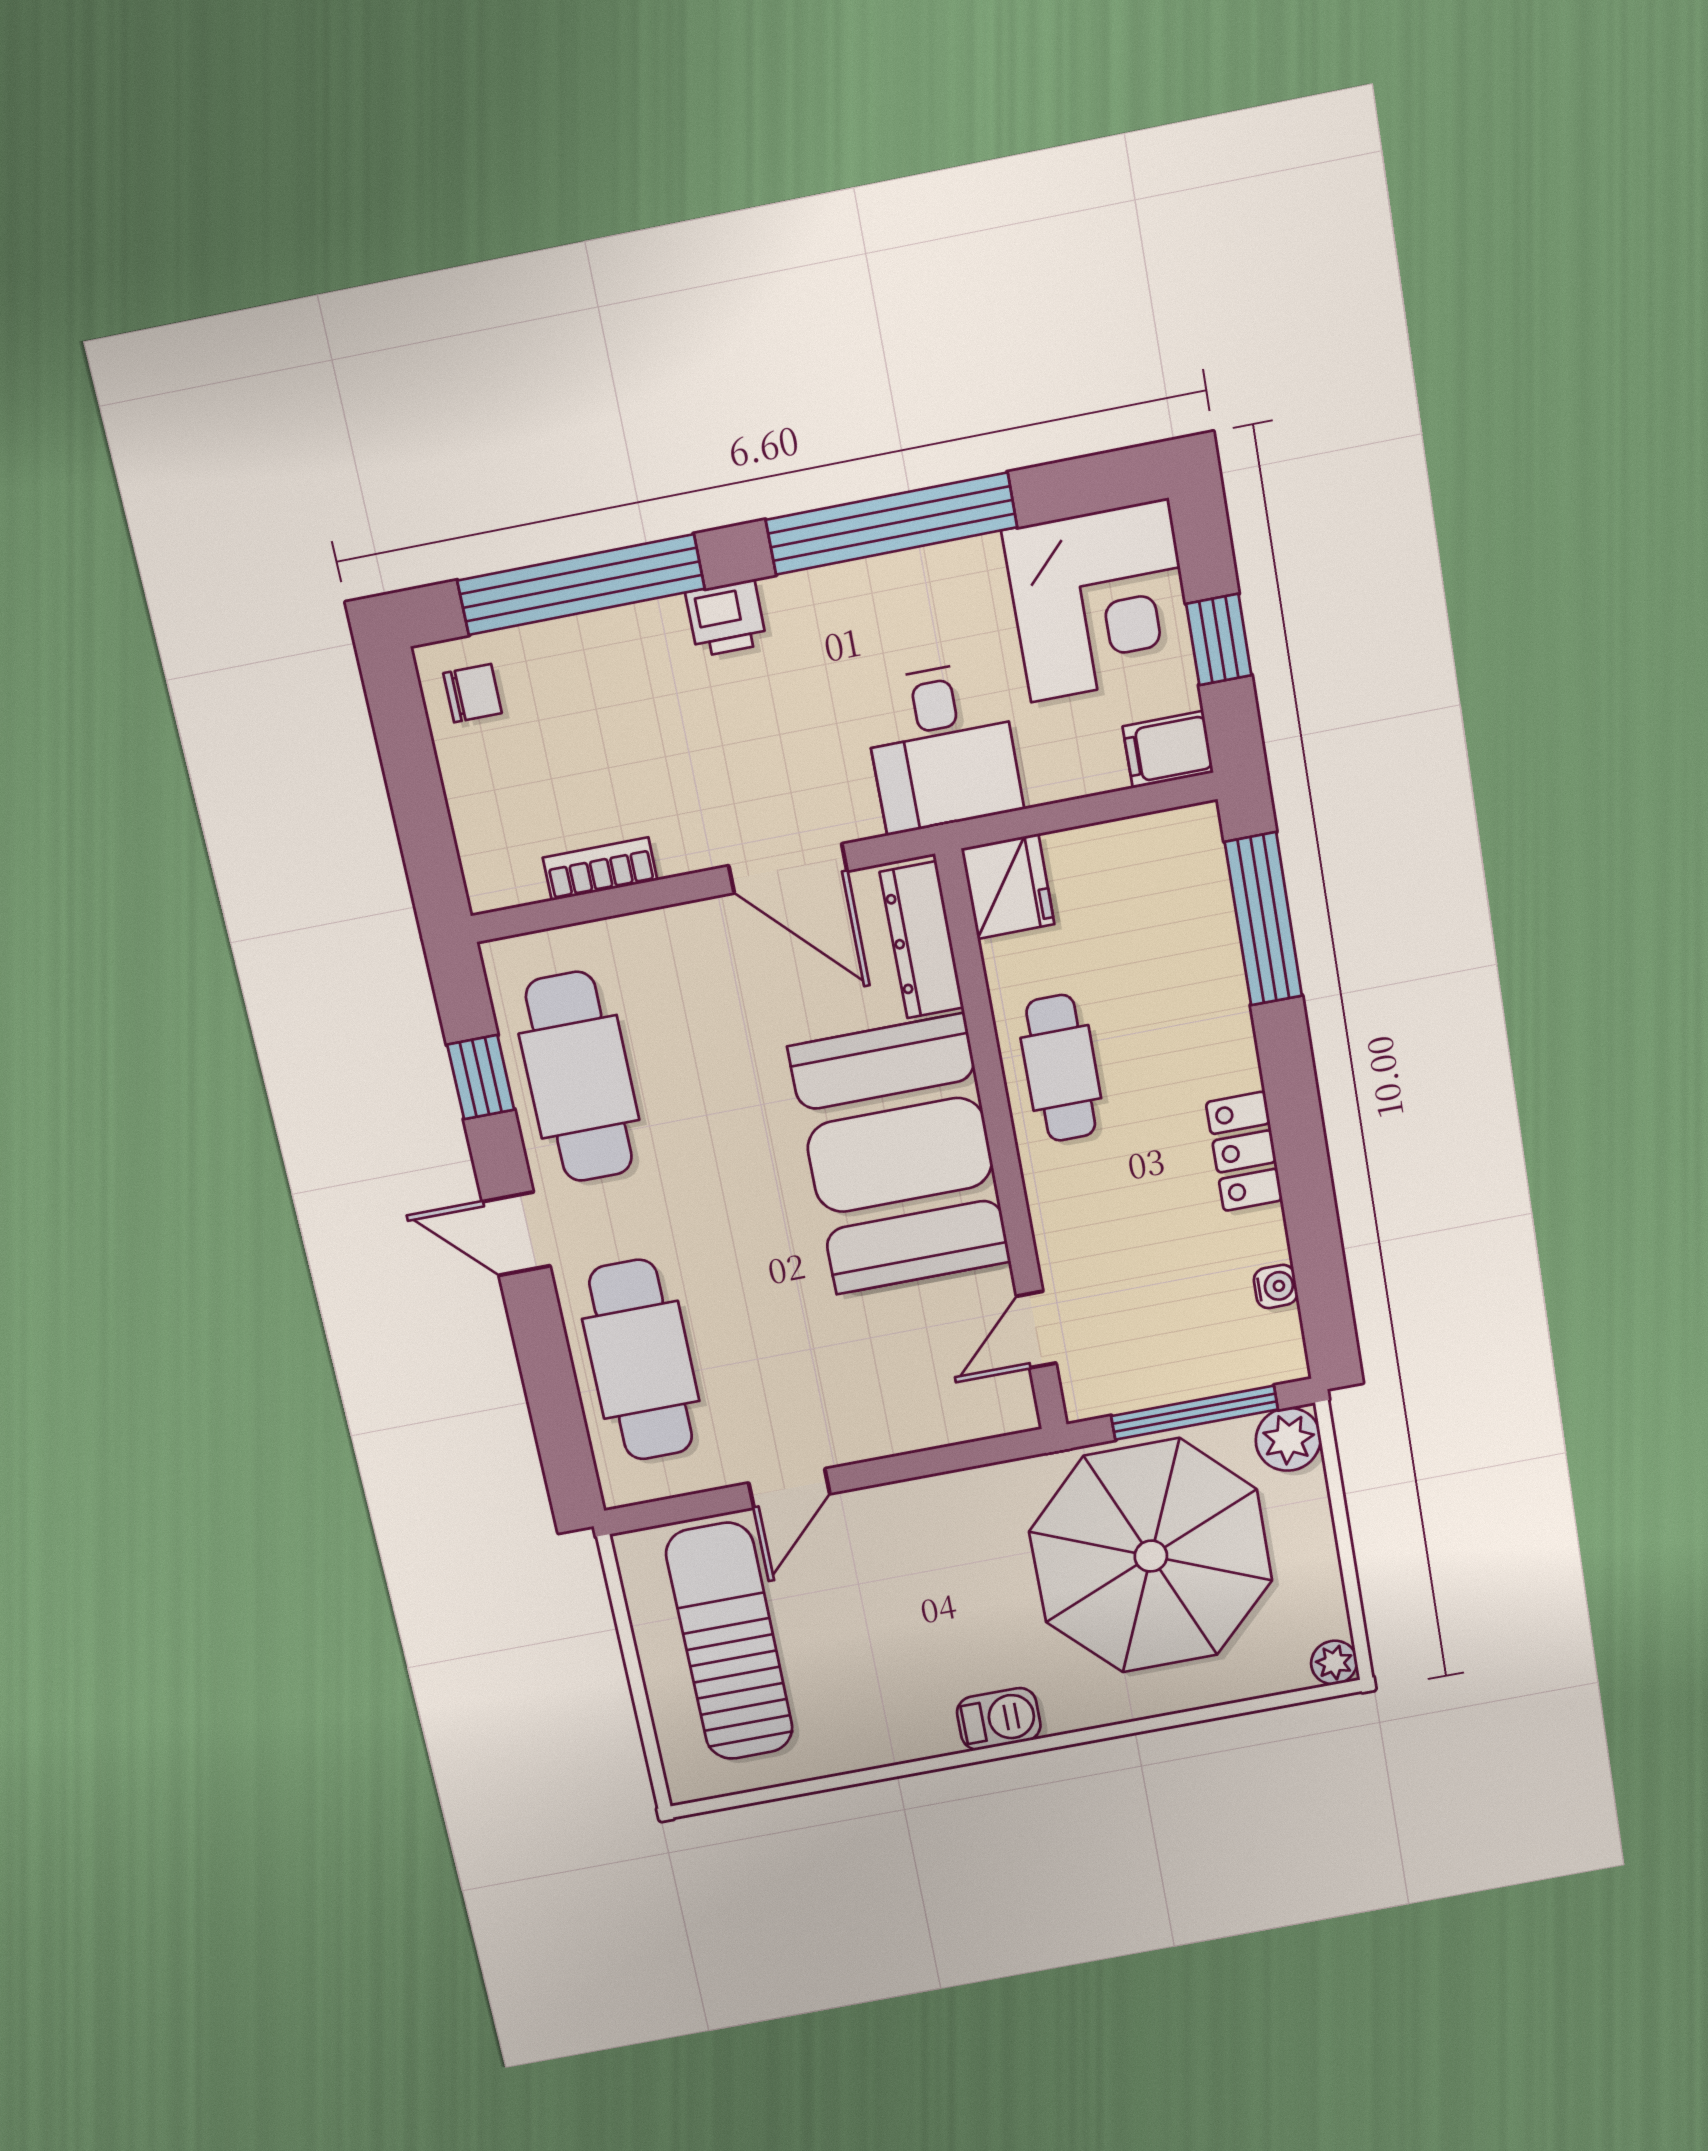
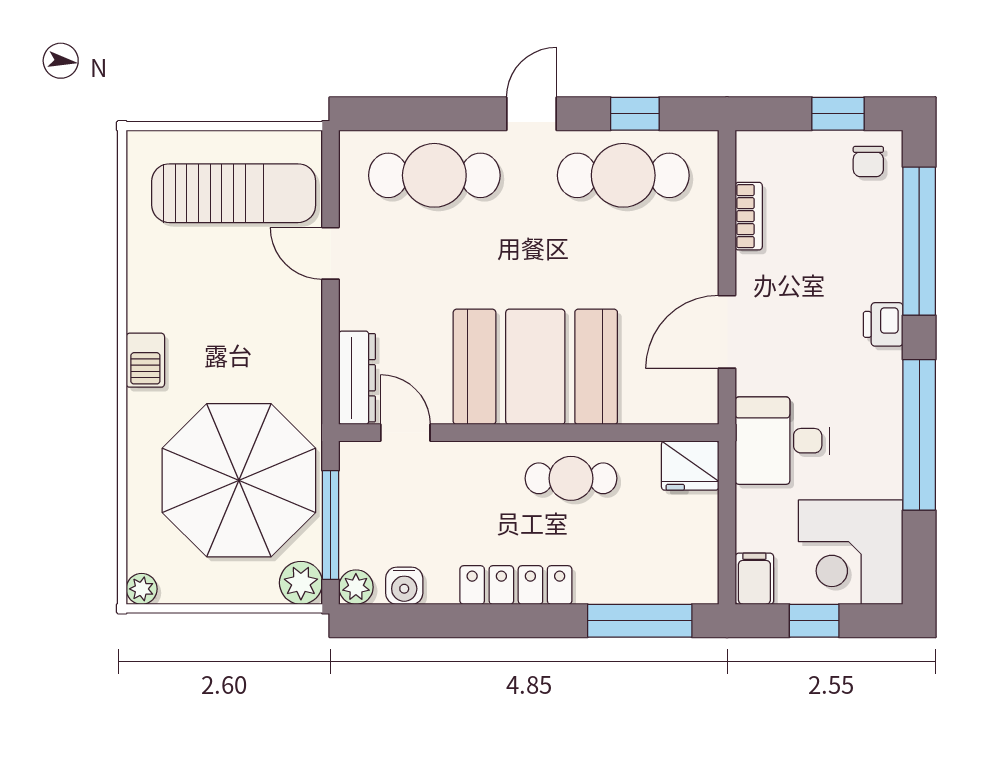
window: (408, 757) -> (838, 114), added
dresser: (922, 940) -> (357, 378), moved, turned 90
locker: (1244, 1151) -> (516, 585), width x1.53
water cooler: (1276, 1286) -> (404, 586), width x1.38, depth x1.38
plant: (1281, 1358) -> (356, 587), added

